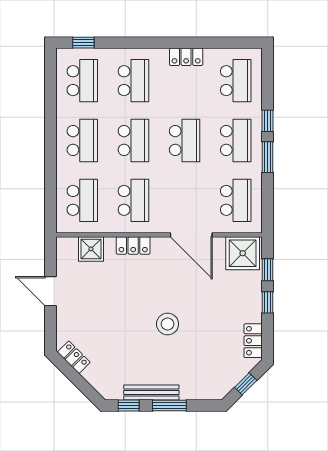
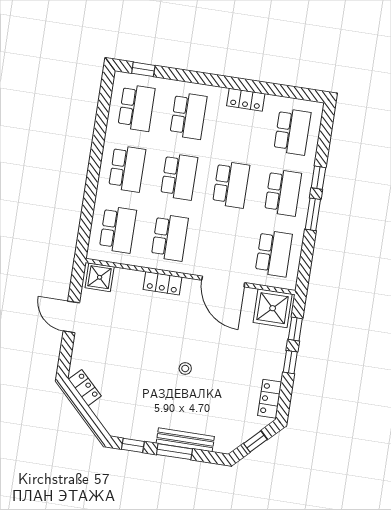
shower: (91, 249) -> (100, 277), moved
stool: (168, 324) -> (185, 368), width x0.53, depth x0.53
bench: (151, 393) -> (185, 440), moved

